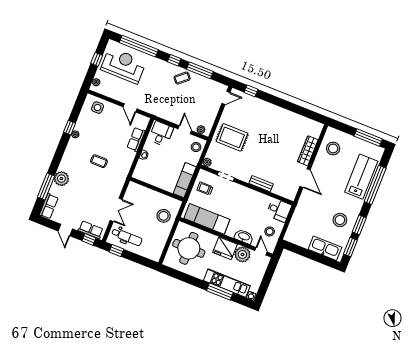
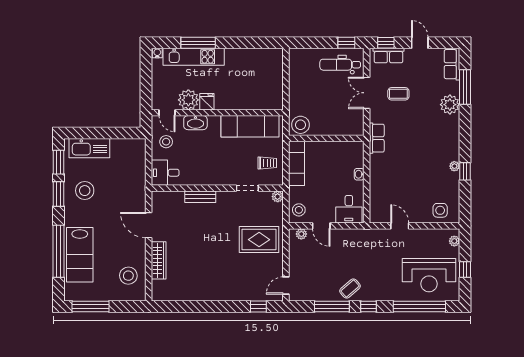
row of seats: (136, 139) -> (377, 138), moved
coffee table: (99, 161) -> (398, 94), moved
stool: (164, 216) -> (300, 125), moved
round table: (189, 248) -> (258, 81), removed
fridge: (225, 248) -> (207, 102), width x0.53, depth x0.75

